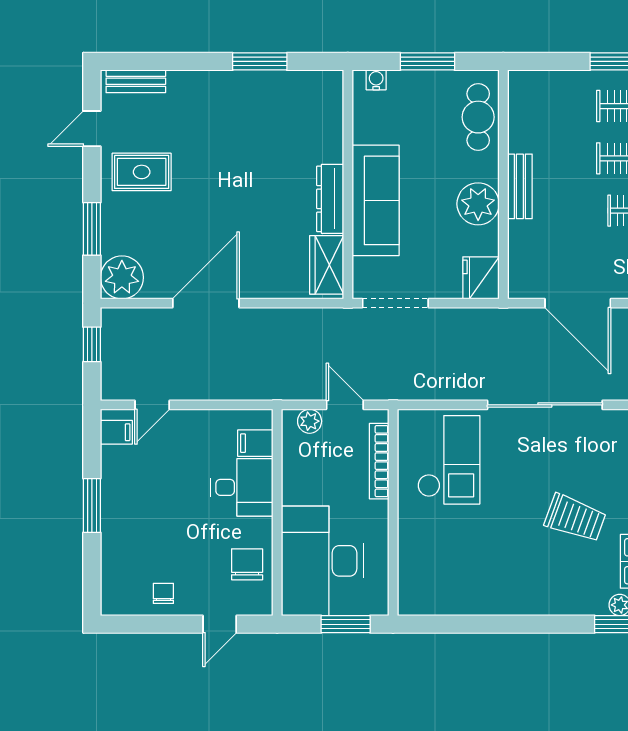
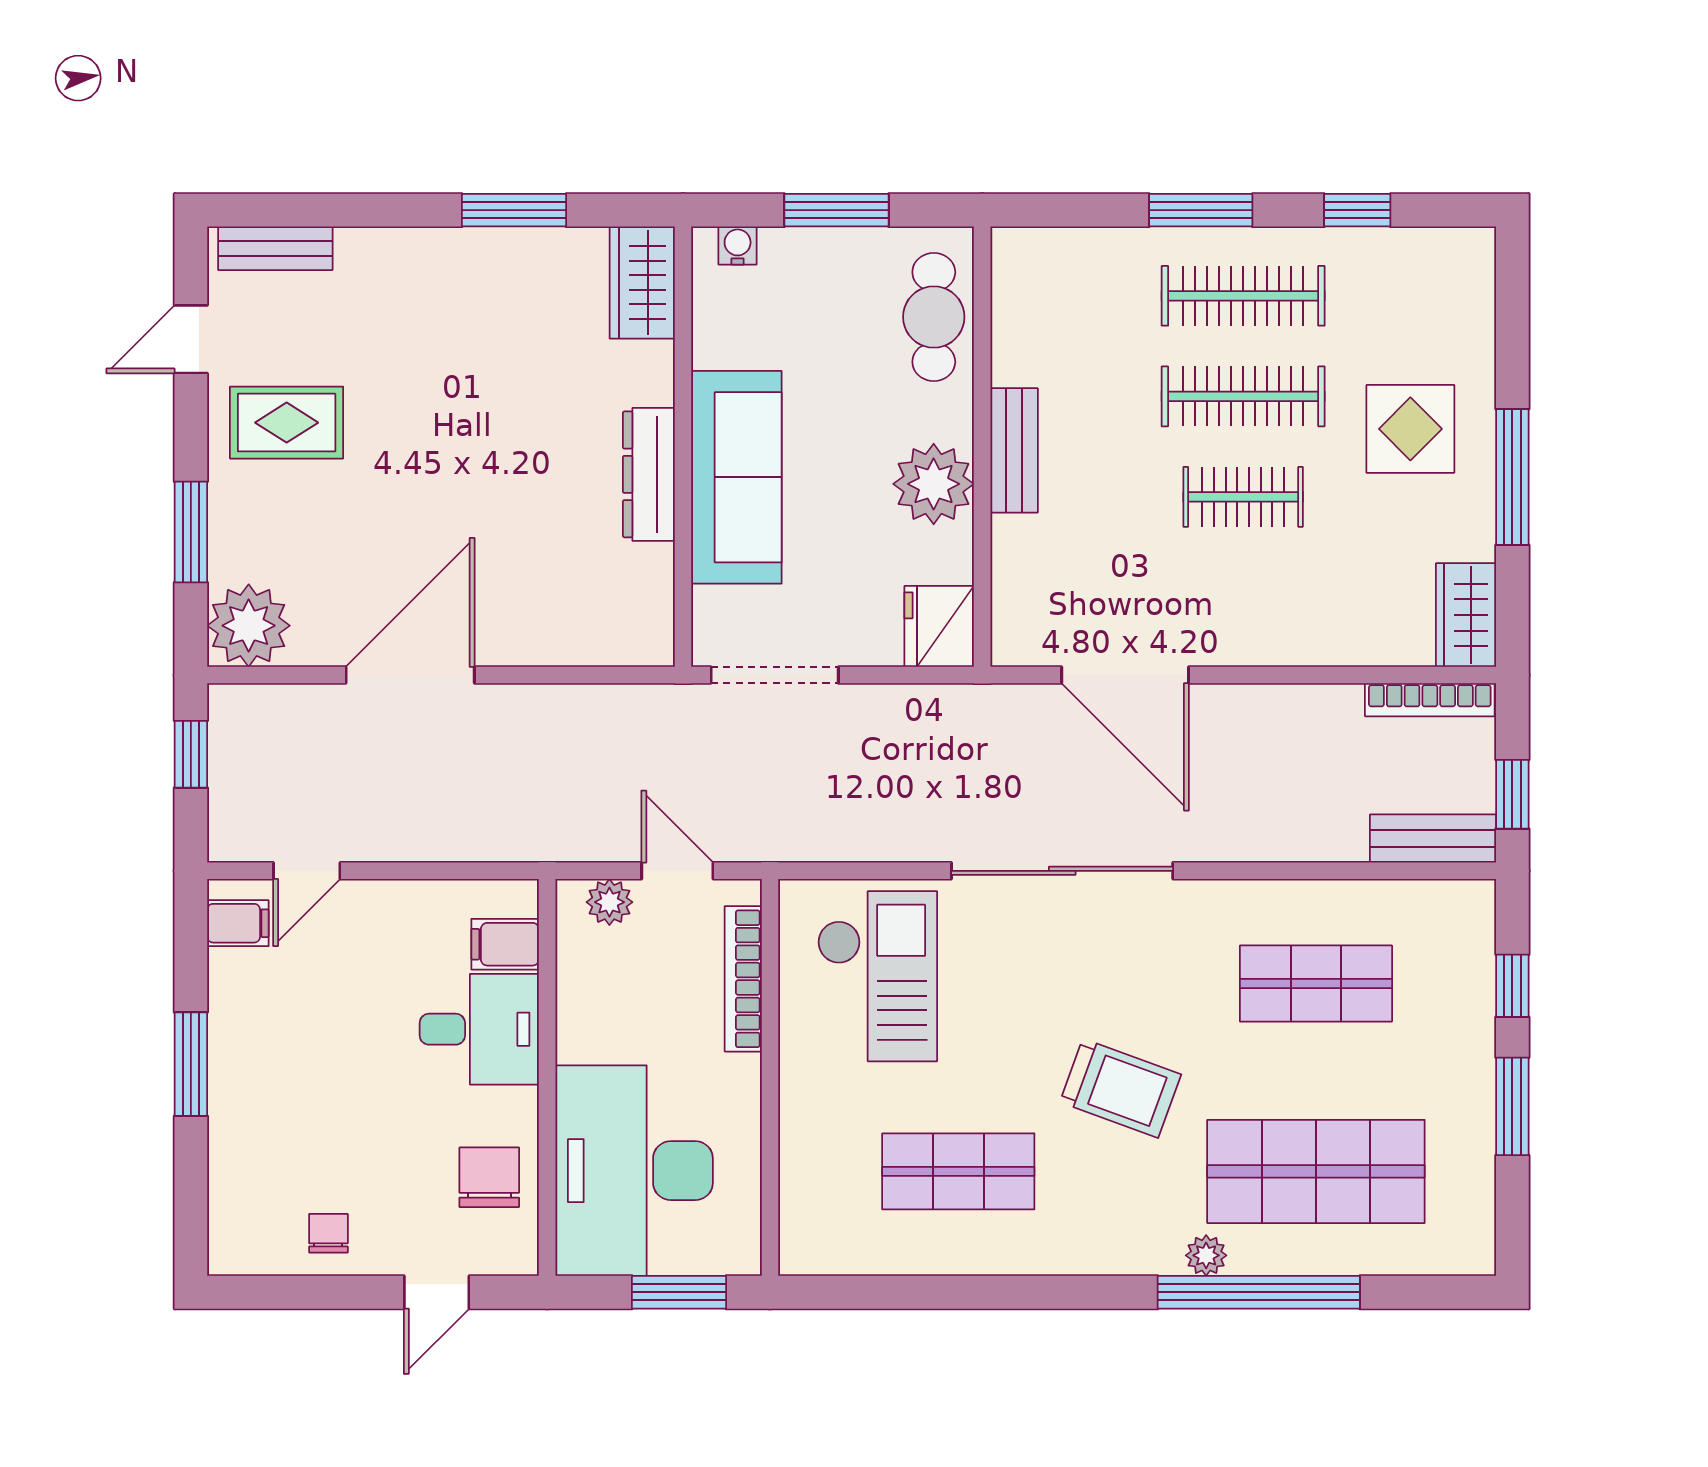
wardrobe: (327, 265) -> (642, 283), moved
shop shelf: (491, 561) -> (958, 1171), added

